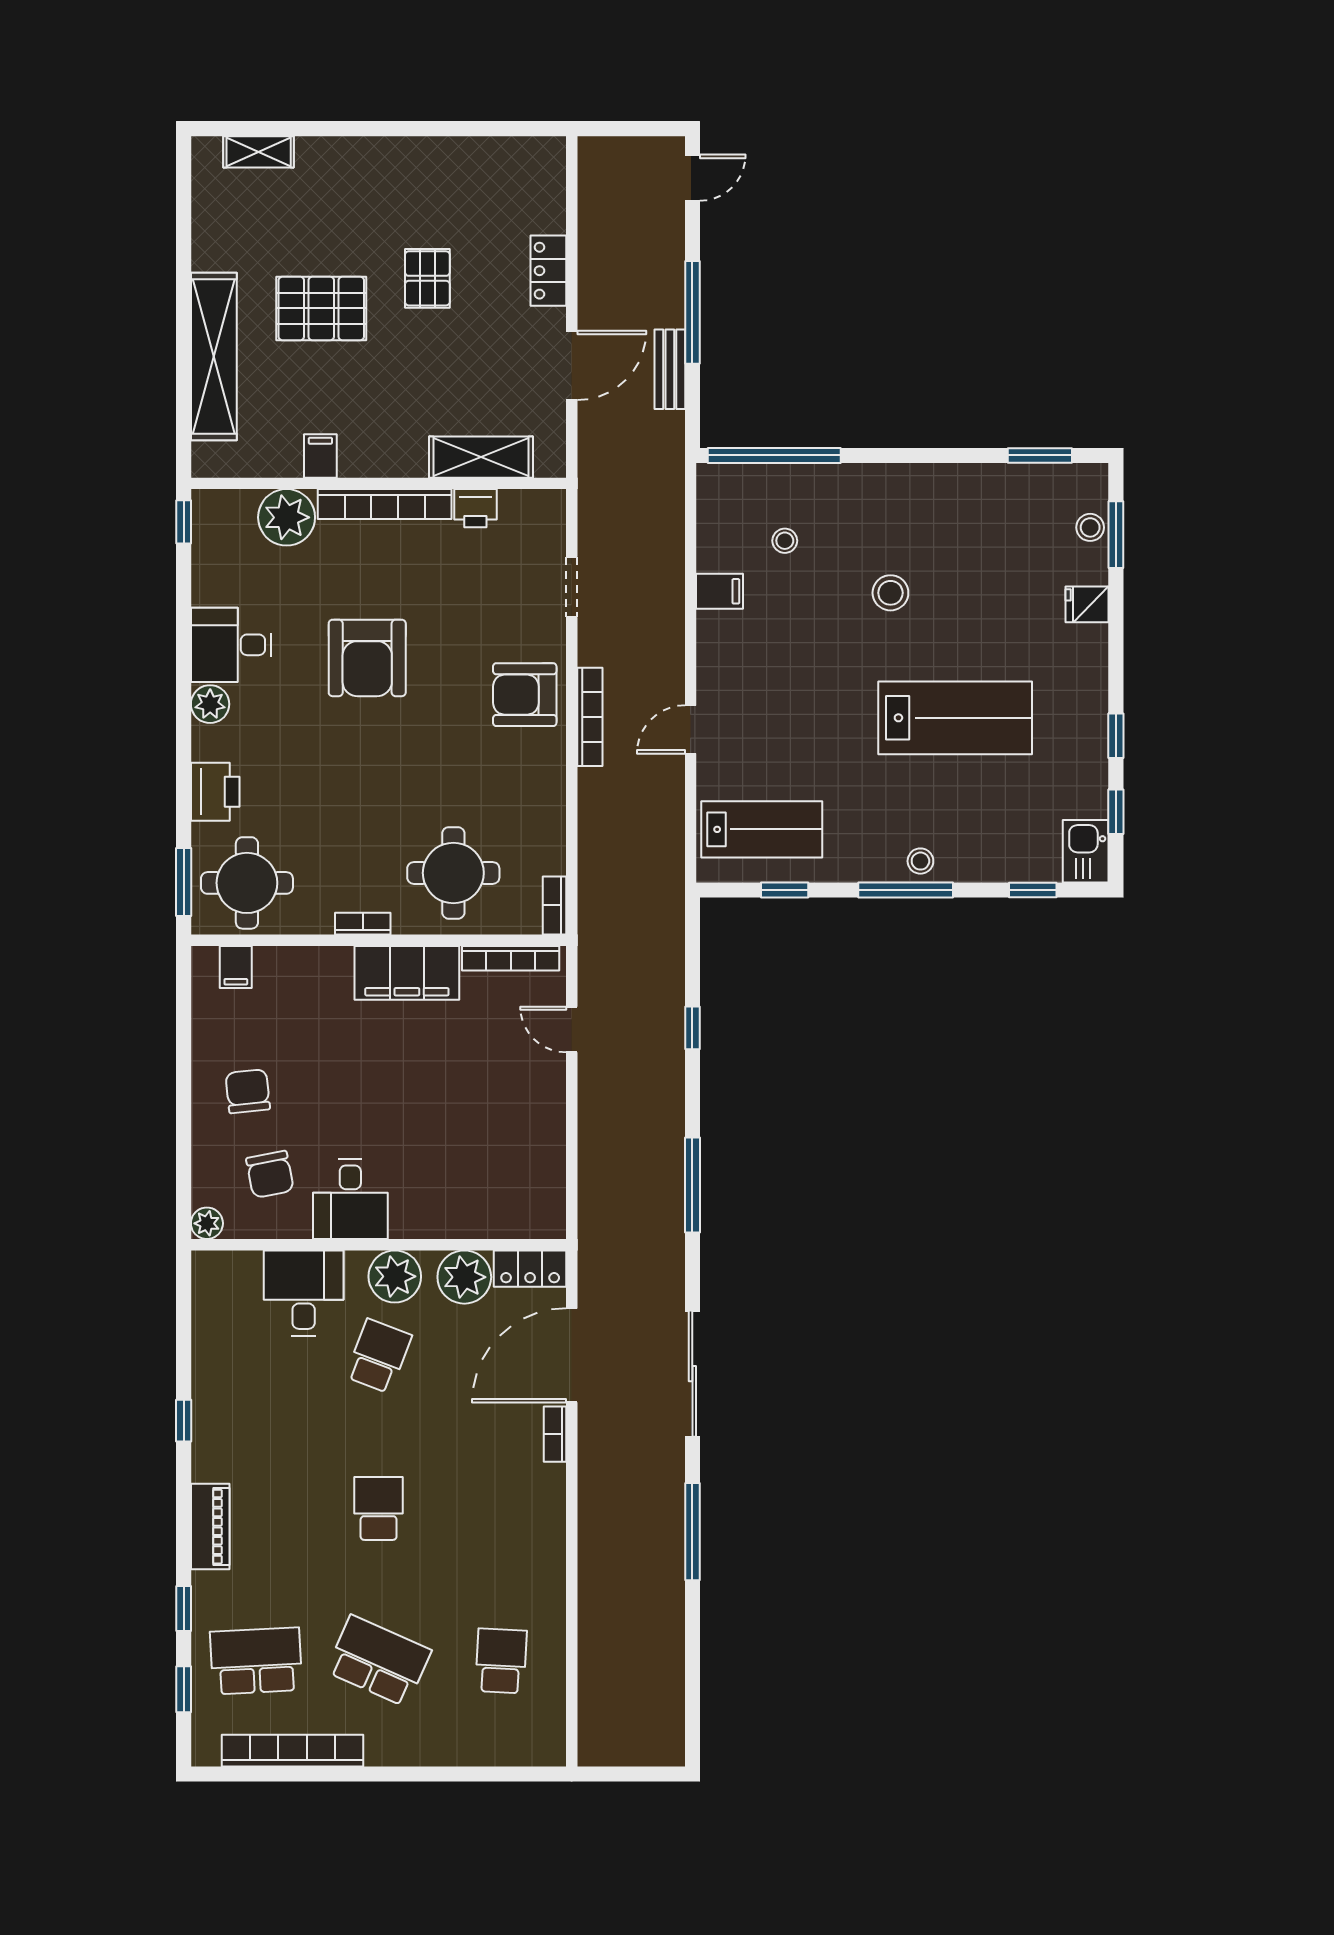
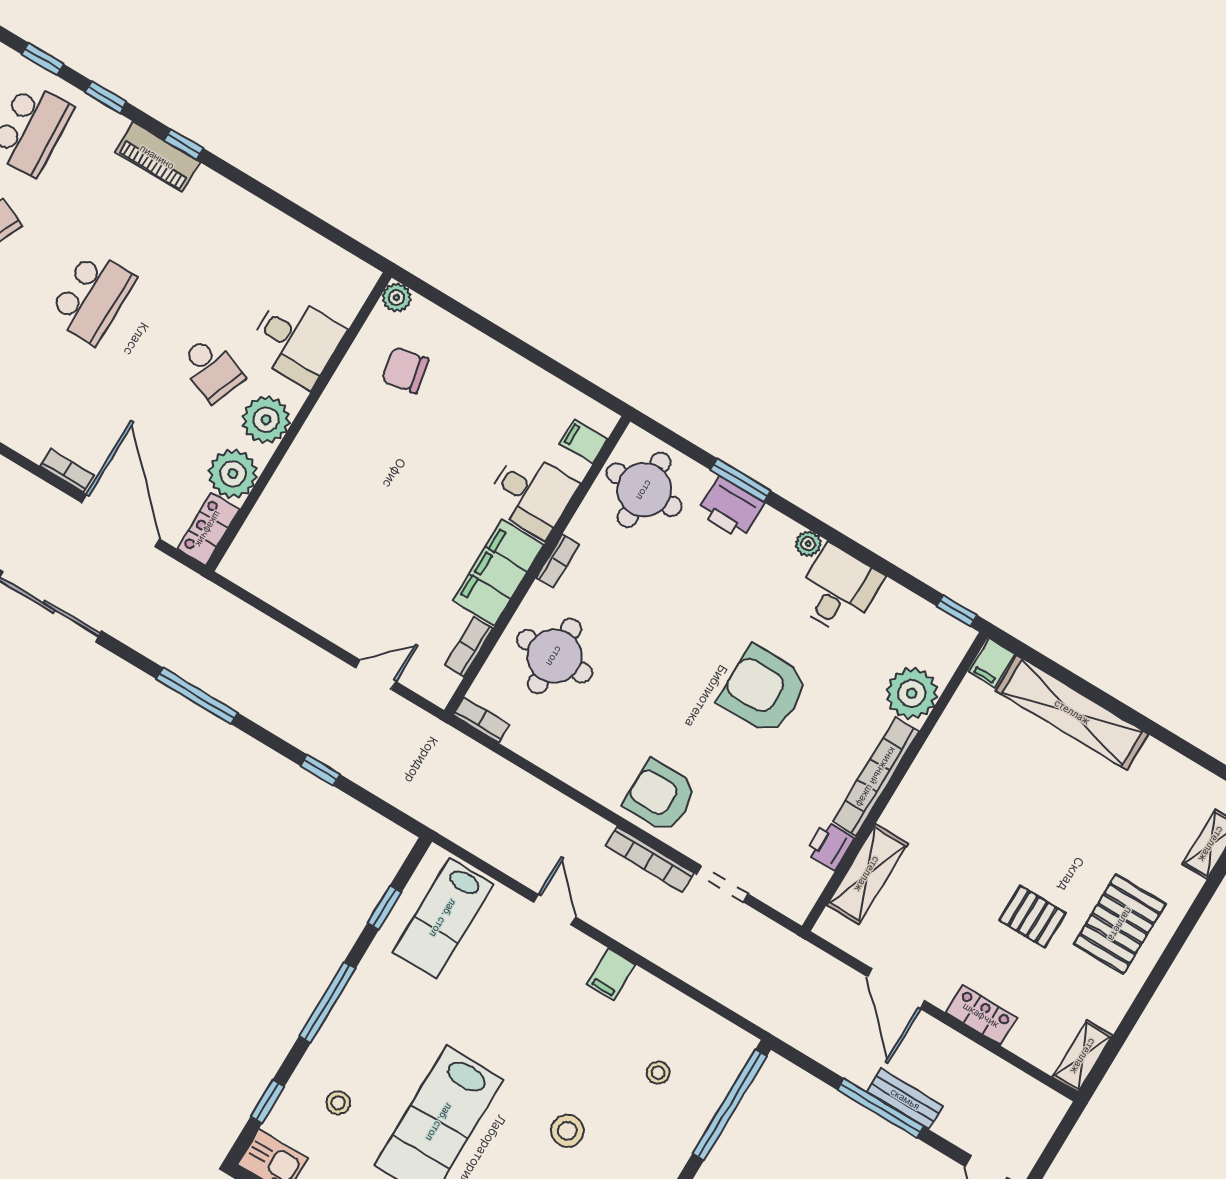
shelving: (530, 152) -> (1083, 1056), added
pallet: (321, 308) -> (1120, 924), moved
bench: (670, 369) -> (905, 1099), moved
filing cabinet: (320, 456) -> (992, 663), moved, turned 90
filing cabinet: (720, 591) -> (611, 975), moved
armchair: (525, 695) -> (660, 796), turned -90
plant: (210, 704) -> (808, 544), width x0.73, depth x0.73
bookcase: (590, 717) -> (650, 859), moved
stool: (920, 861) -> (338, 1103), moved
window: (184, 882) -> (740, 480), moved
bookcase: (511, 958) -> (469, 647), width x0.64
chair: (248, 1091) -> (481, 392), removed
desk: (350, 1199) -> (532, 494), moved, turned 180
window: (184, 1421) -> (184, 144), moved
school desk: (379, 1508) -> (92, 297), width x1.85

